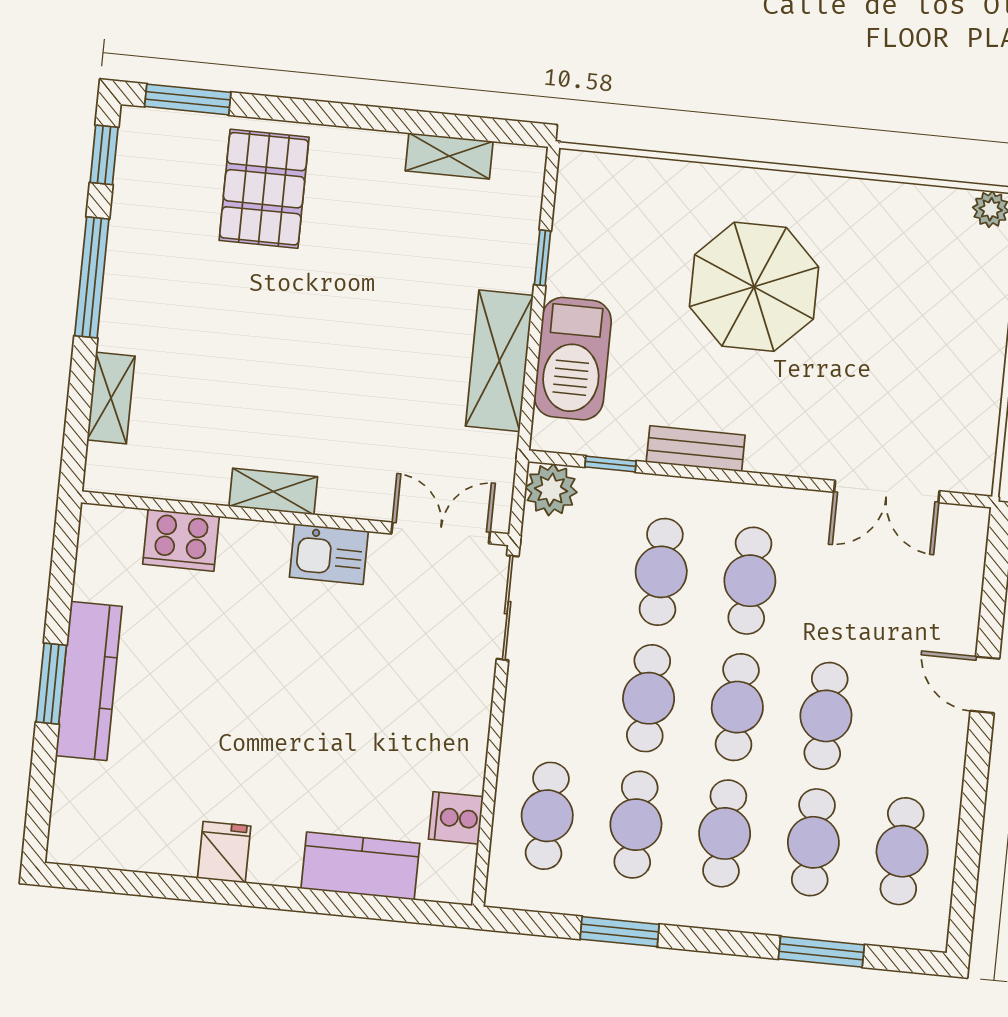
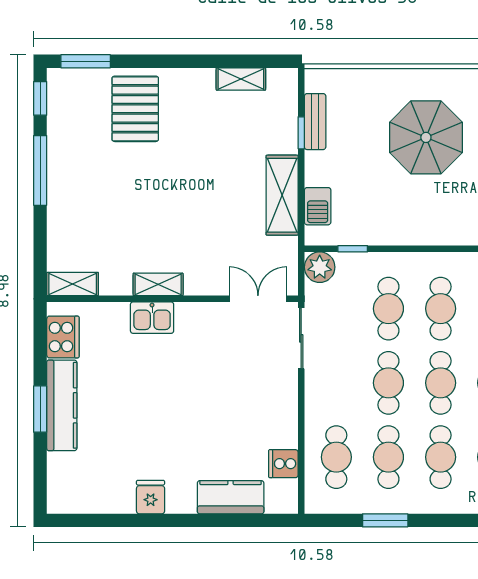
barbecue: (573, 359) -> (318, 206), width x0.53, depth x0.65
shelving: (111, 398) -> (73, 284), moved, turned 90
bench: (696, 449) -> (315, 122), moved, turned 90
cooker: (181, 540) -> (63, 337), moved, turned -90
kitchen sink: (329, 554) -> (152, 318), moved

